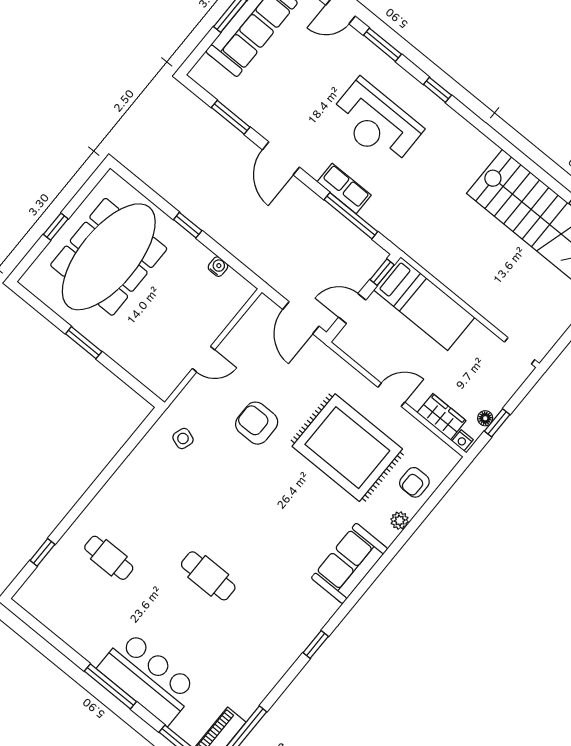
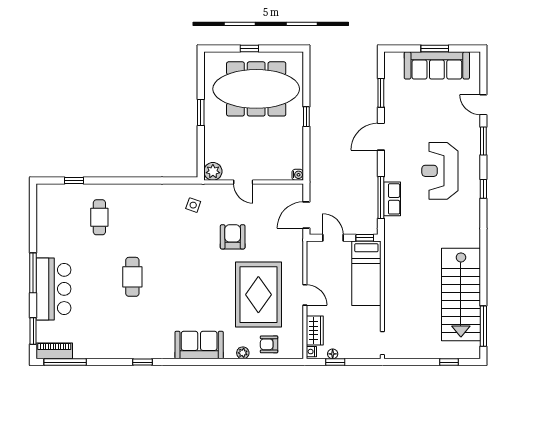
row of seats: (344, 188) -> (392, 199), moved
water cooler: (218, 267) -> (298, 175), moved
plant: (163, 384) -> (213, 171), added

